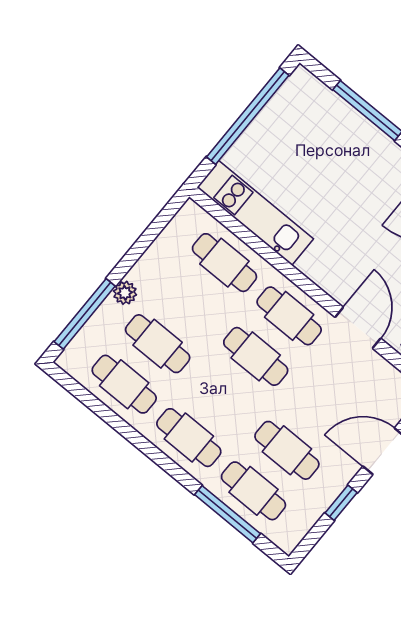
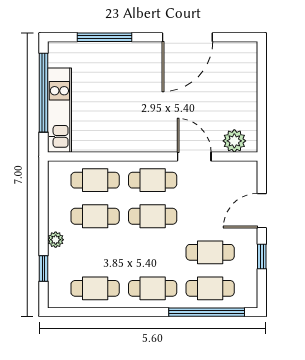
kitchen unit: (255, 213) -> (59, 110), moved, turned 90
window: (85, 314) -> (43, 268), width x0.46
cafe table: (158, 344) -> (95, 216), moved
window: (228, 514) -> (207, 312), width x1.46

